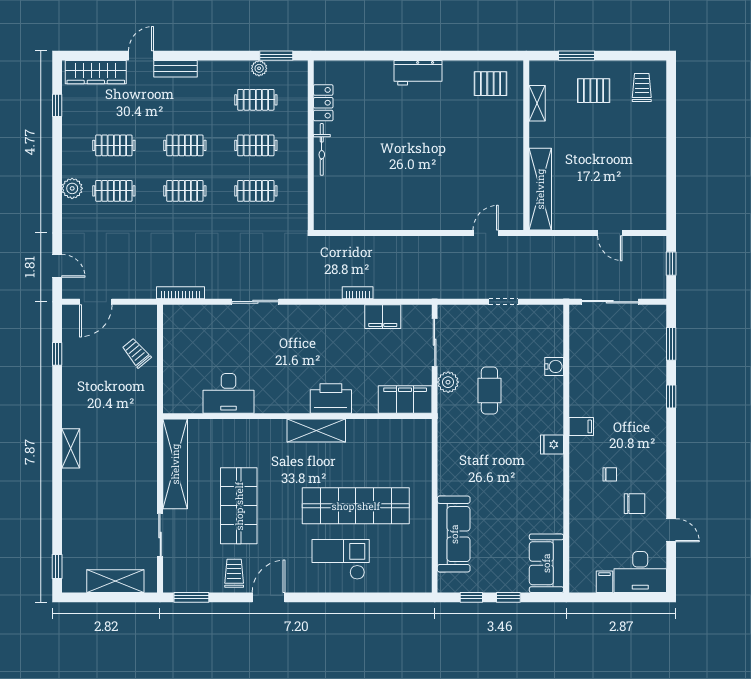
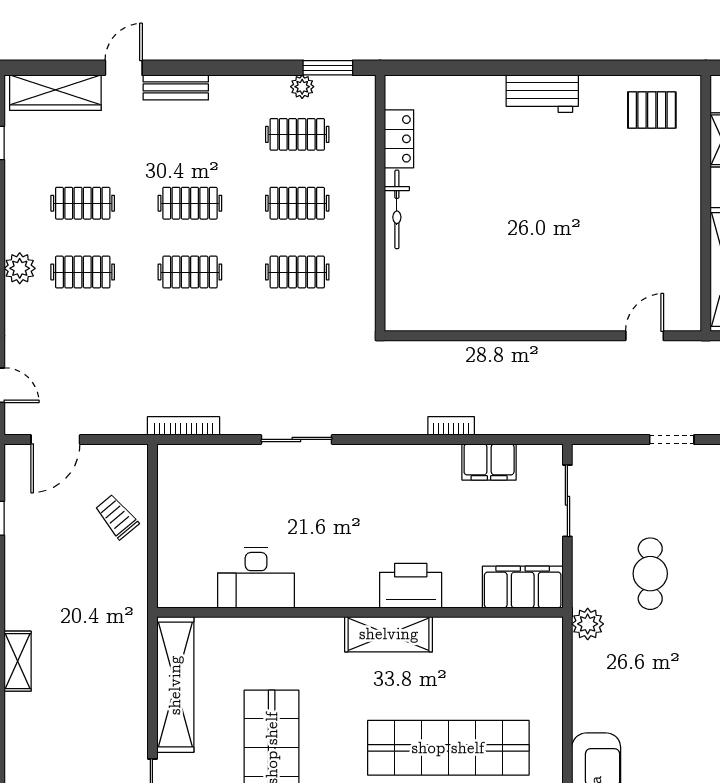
plant: (448, 382) -> (588, 624), moved

